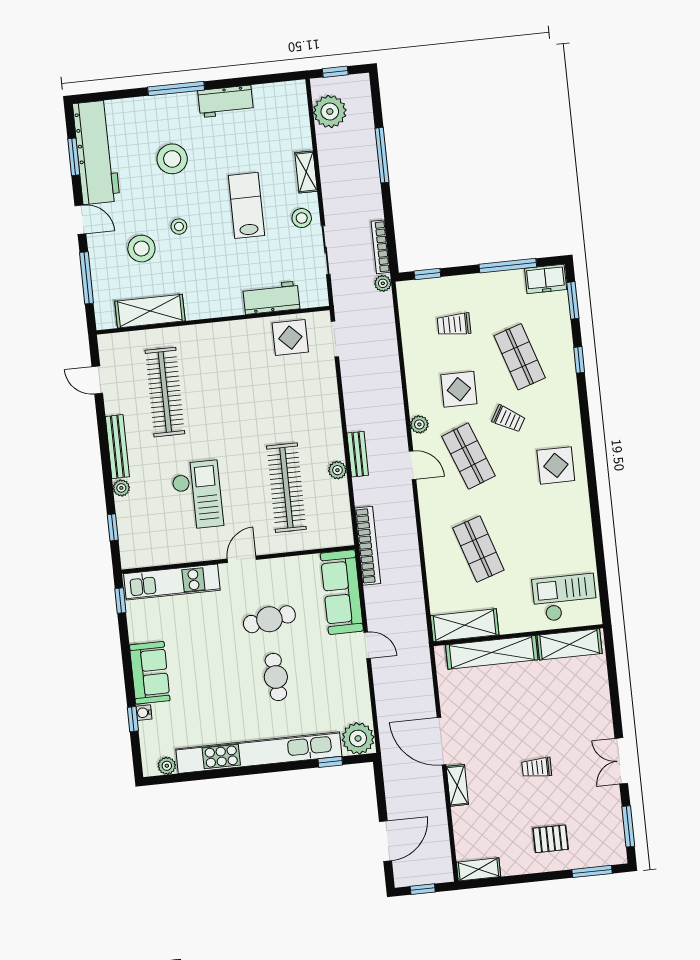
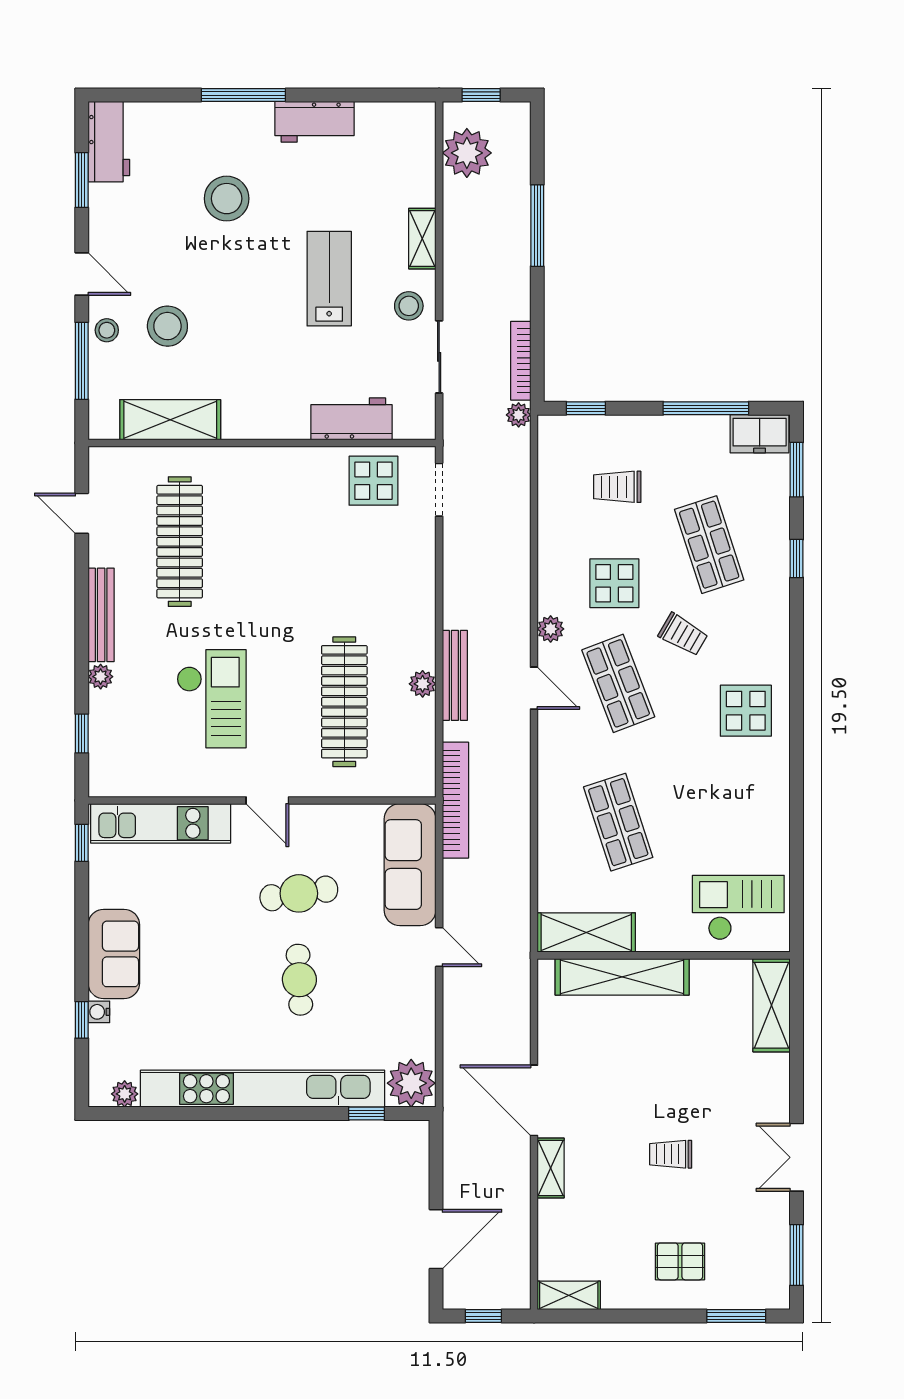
workbench: (96, 152) -> (109, 142), width x0.53, depth x0.76
stool: (179, 227) -> (107, 330), moved
bench: (358, 454) -> (455, 675), width x1.36
door: (242, 559) -> (267, 800), swing flipped
shelving: (570, 644) -> (772, 1005), moved, turned 90

